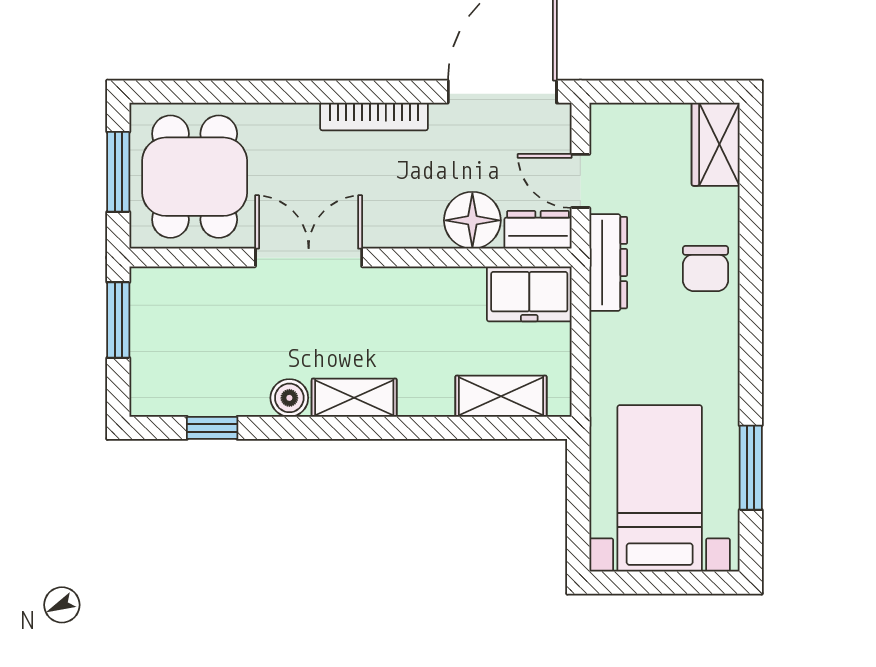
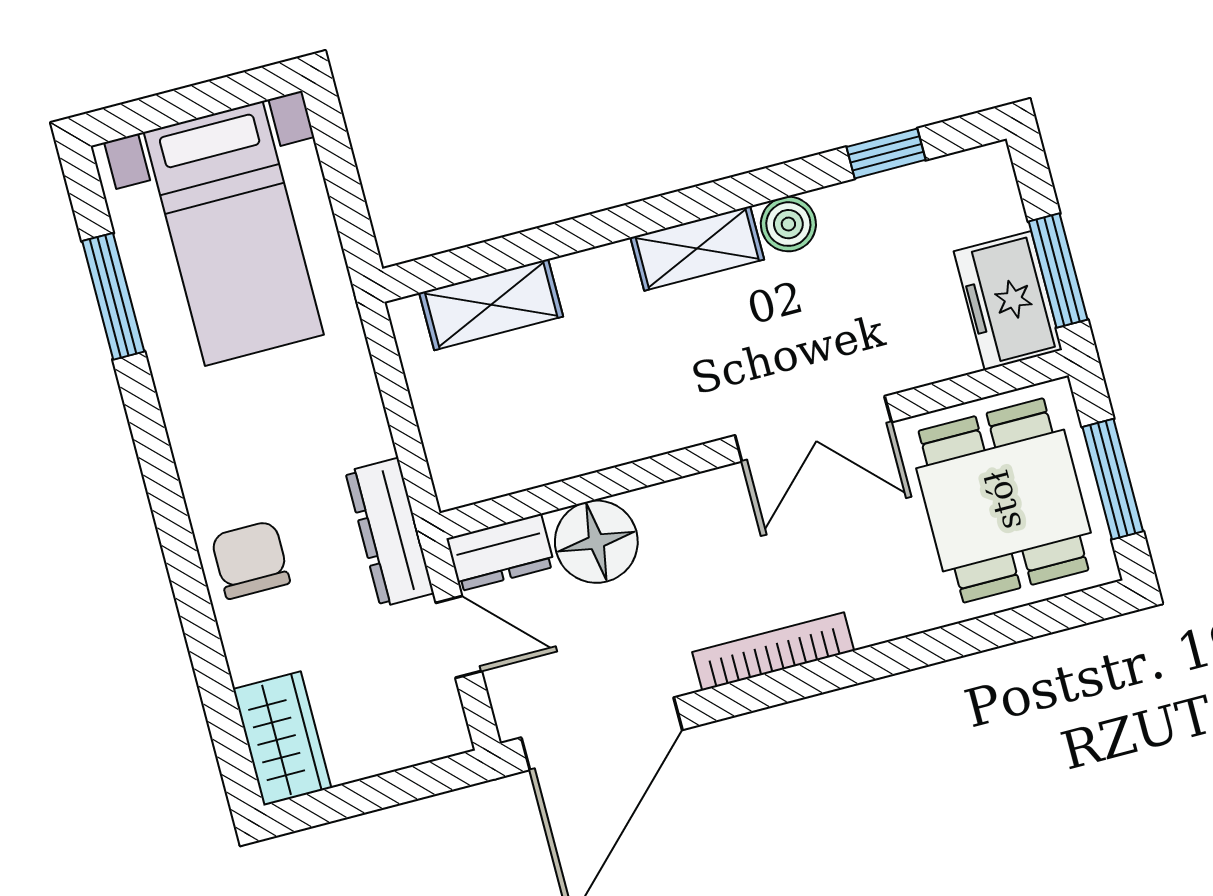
freezer: (529, 294) -> (1008, 301), moved, turned -90

